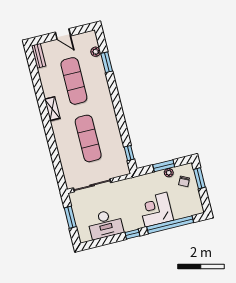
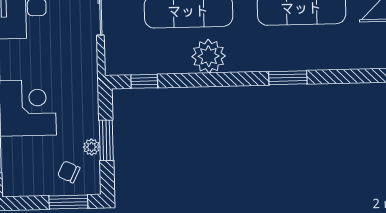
plant: (96, 52) -> (209, 56), moved, width x1.88, depth x1.88
window: (107, 62) -> (288, 78), moved

